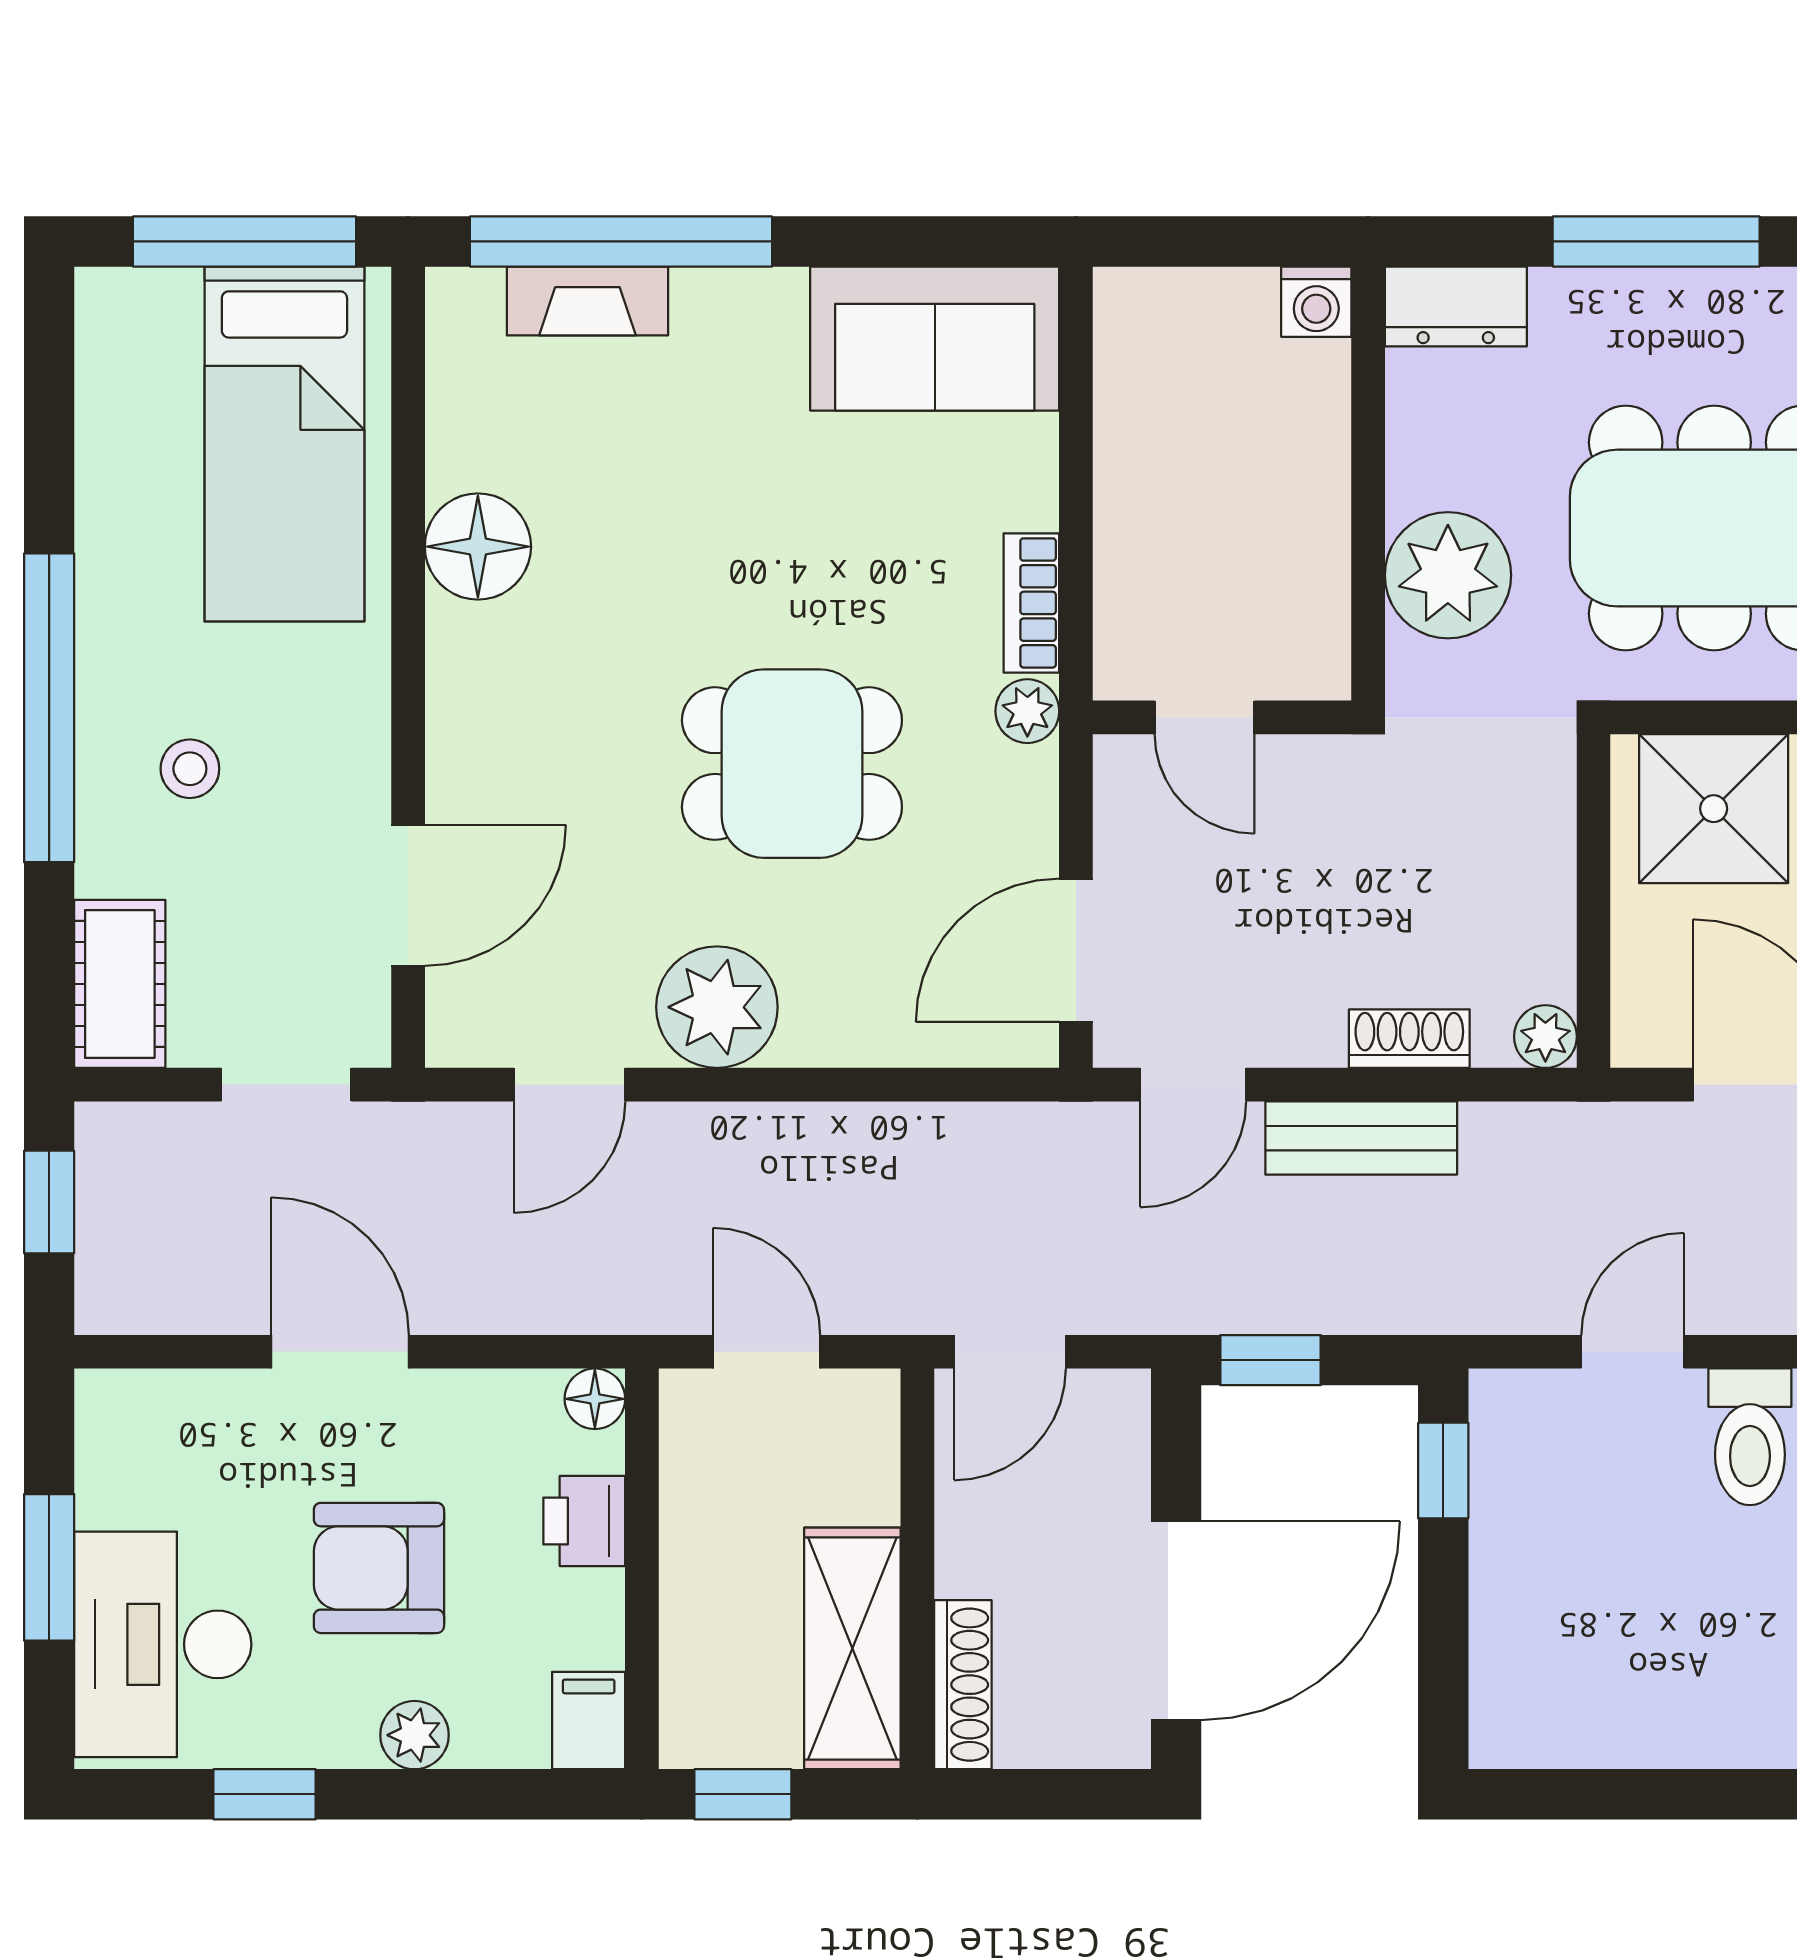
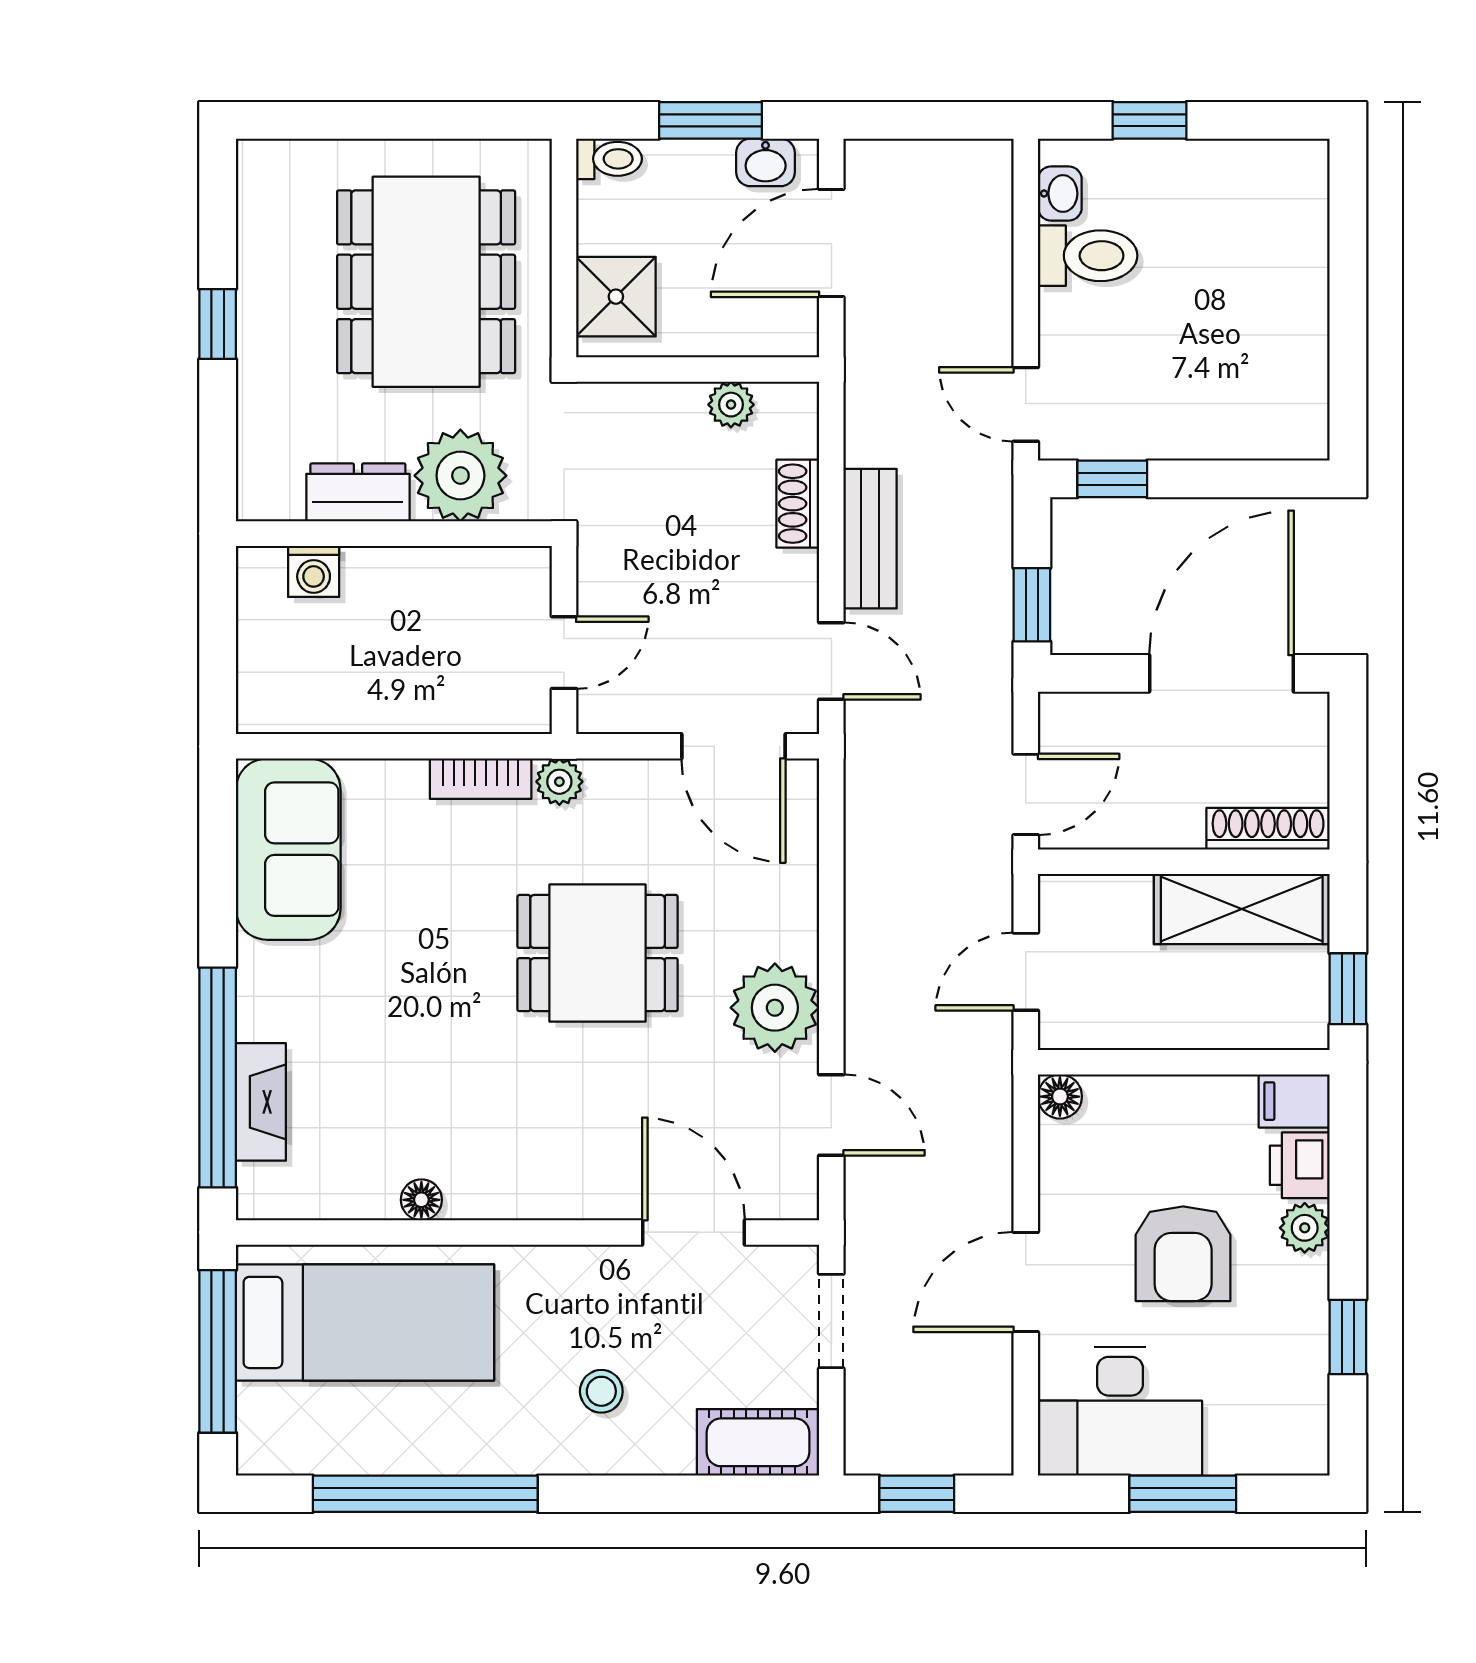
window: (1656, 241) -> (218, 324), width x0.46
washing machine: (1316, 302) -> (314, 571), moved, turned 90
dresser: (1456, 306) -> (358, 492), moved, turned -90
floor lamp: (478, 547) -> (421, 1200), width x0.53, depth x0.53
window: (49, 708) -> (425, 1494), moved
dining table: (792, 764) -> (598, 953), turned 90
shower: (1714, 809) -> (616, 297), width x0.73, depth x0.73
plant: (1545, 1037) -> (731, 405), moved
door: (1010, 1352) -> (1026, 794), hinge flipped
door: (1633, 1352) -> (1026, 404), moved
printer: (584, 1521) -> (1300, 1165), moved, turned 90
door: (1176, 1621) -> (1222, 673), hinge flipped
desk: (163, 1644) -> (1120, 1411), moved

